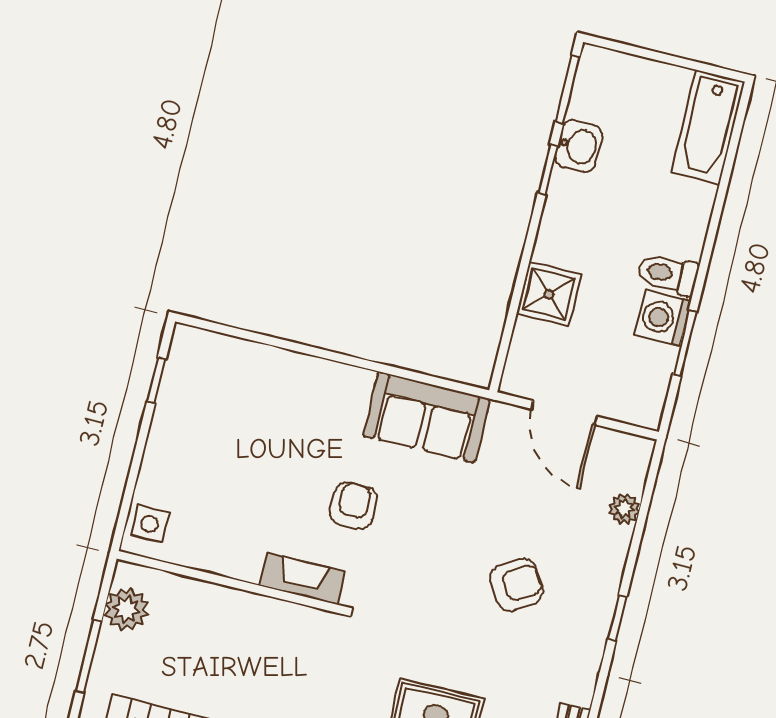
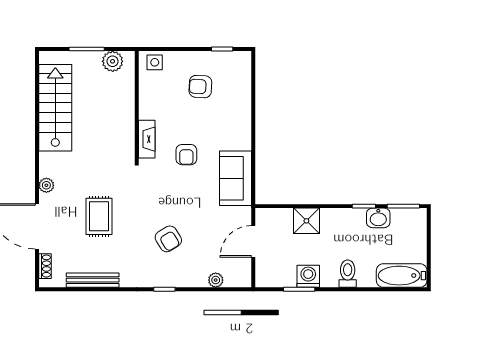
toilet: (668, 274) -> (348, 274), moved
armchair: (222, 443) -> (200, 87), added
armchair: (354, 506) -> (186, 155), turned 90

